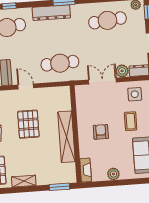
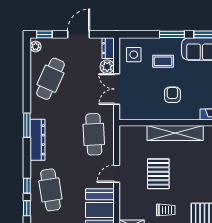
cafe table: (107, 20) -> (50, 79), turned 30
pallet: (28, 124) -> (158, 174), turned 90
armchair: (101, 132) -> (172, 95), turned 90

